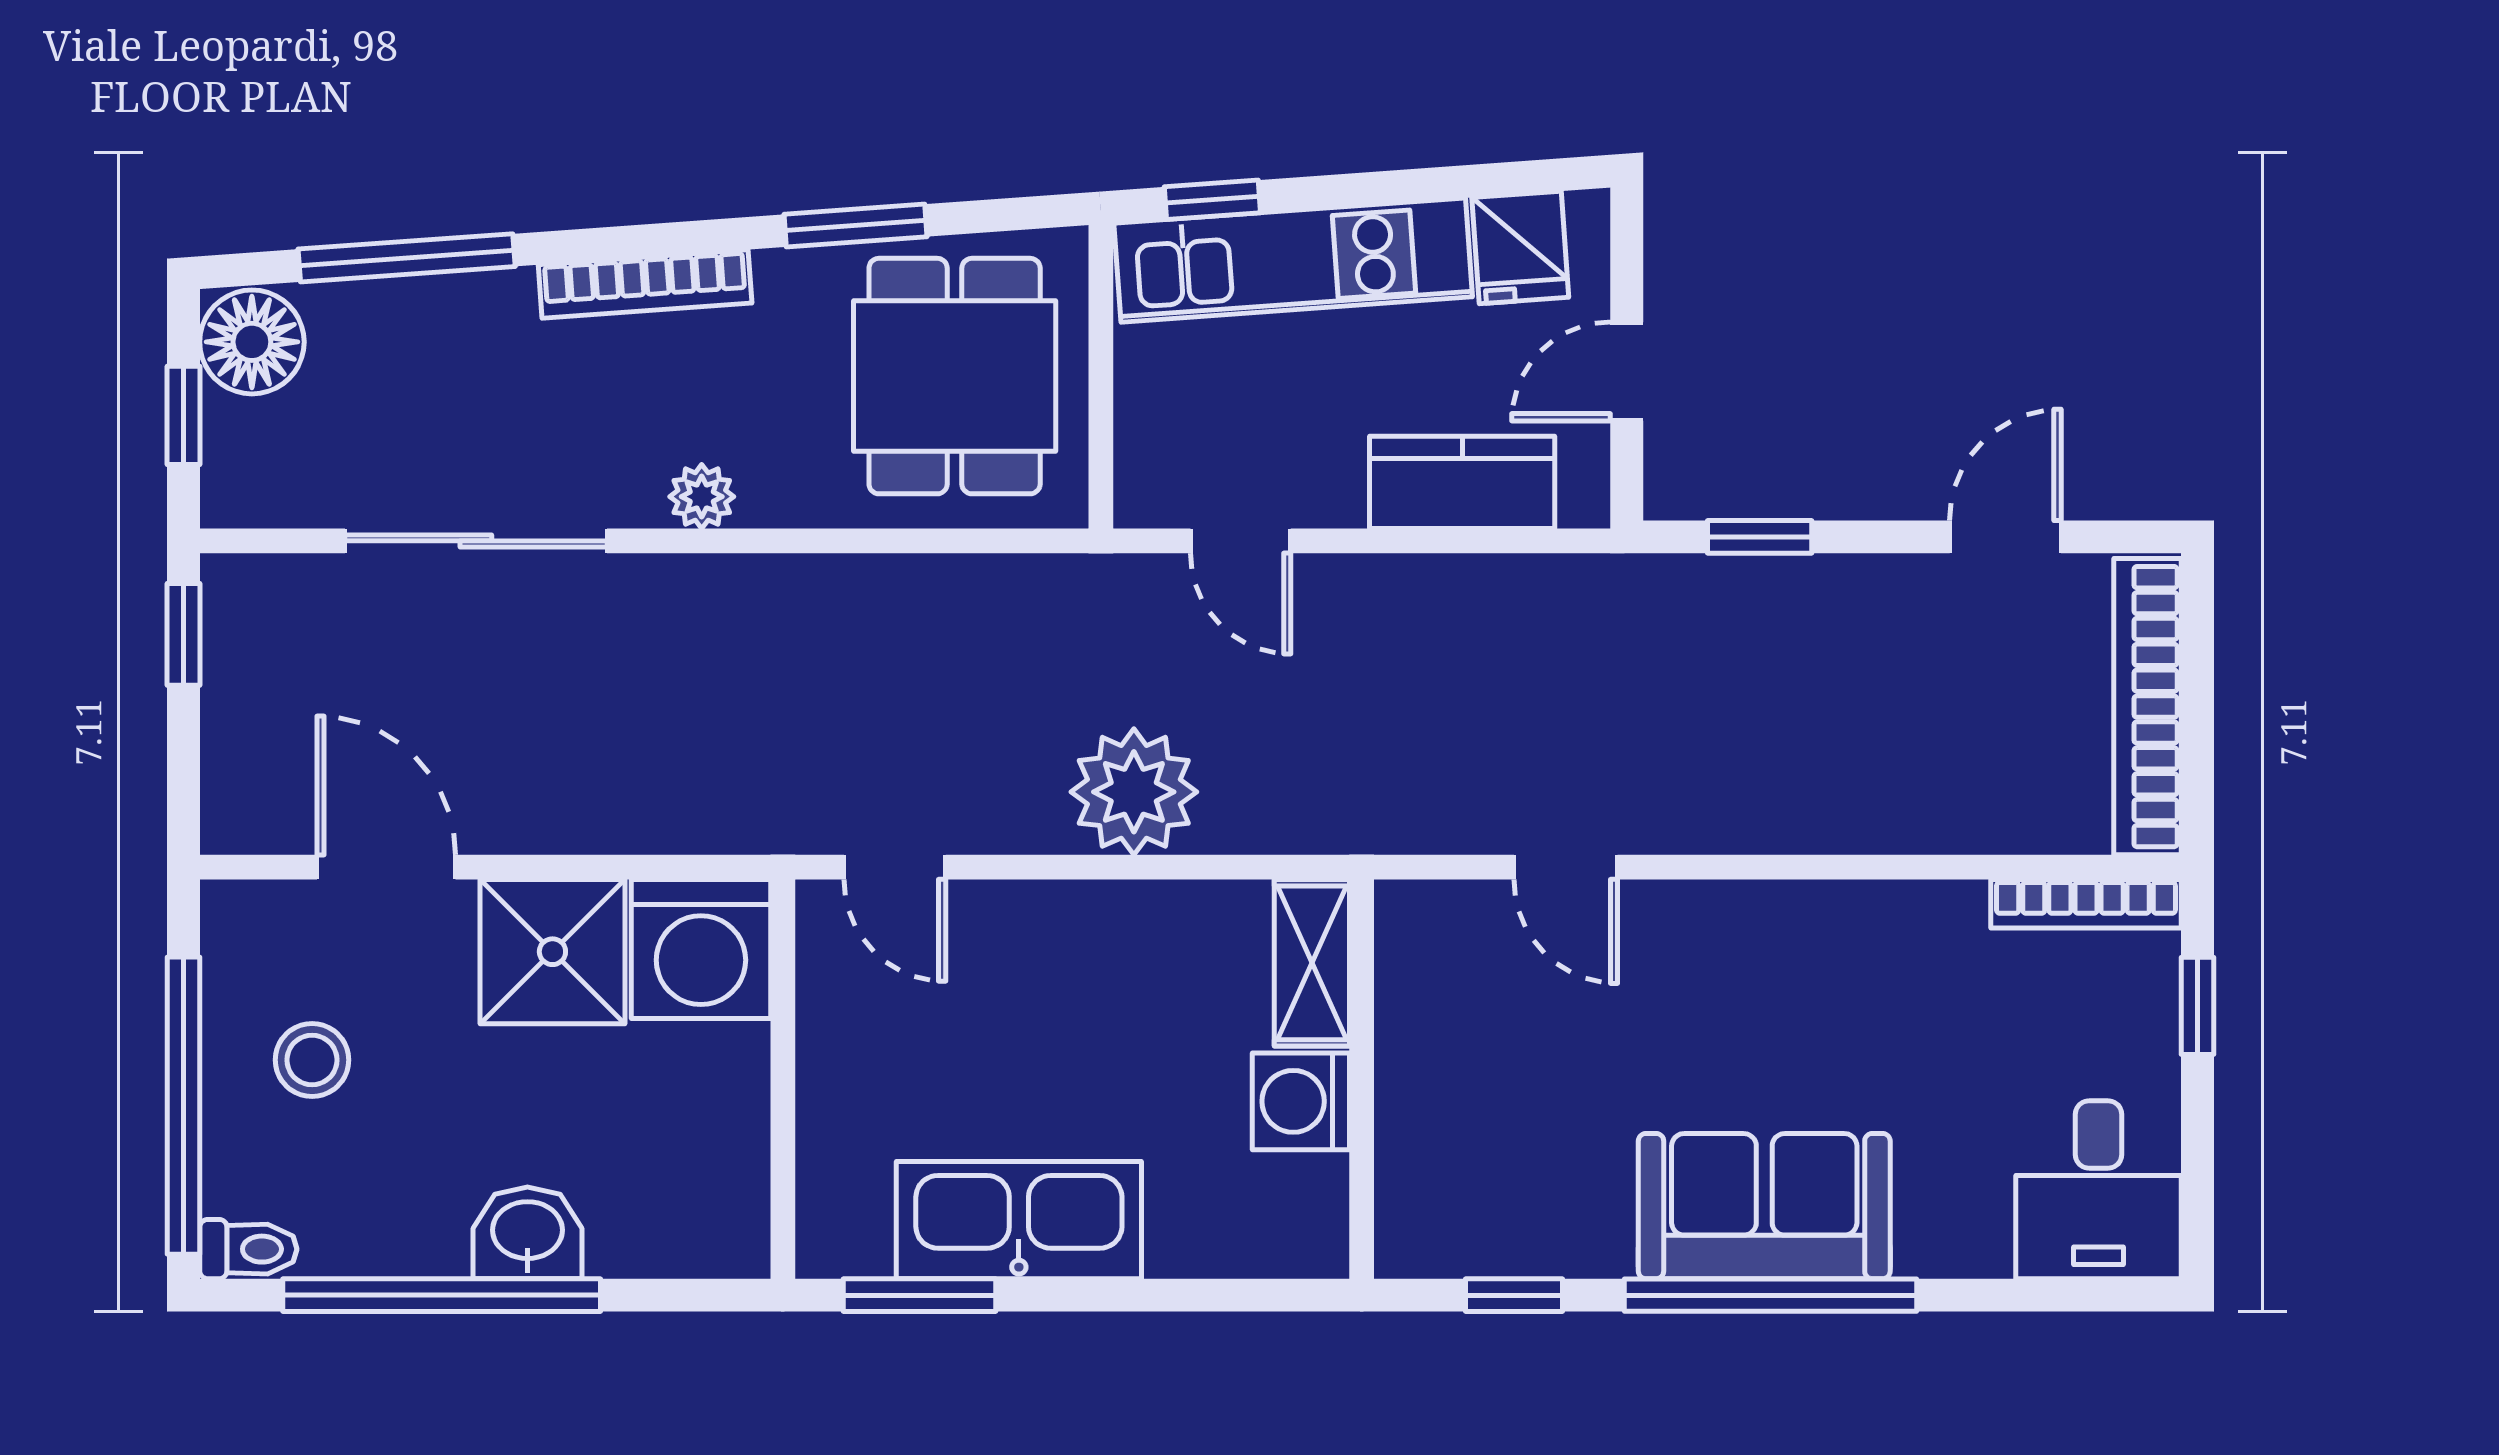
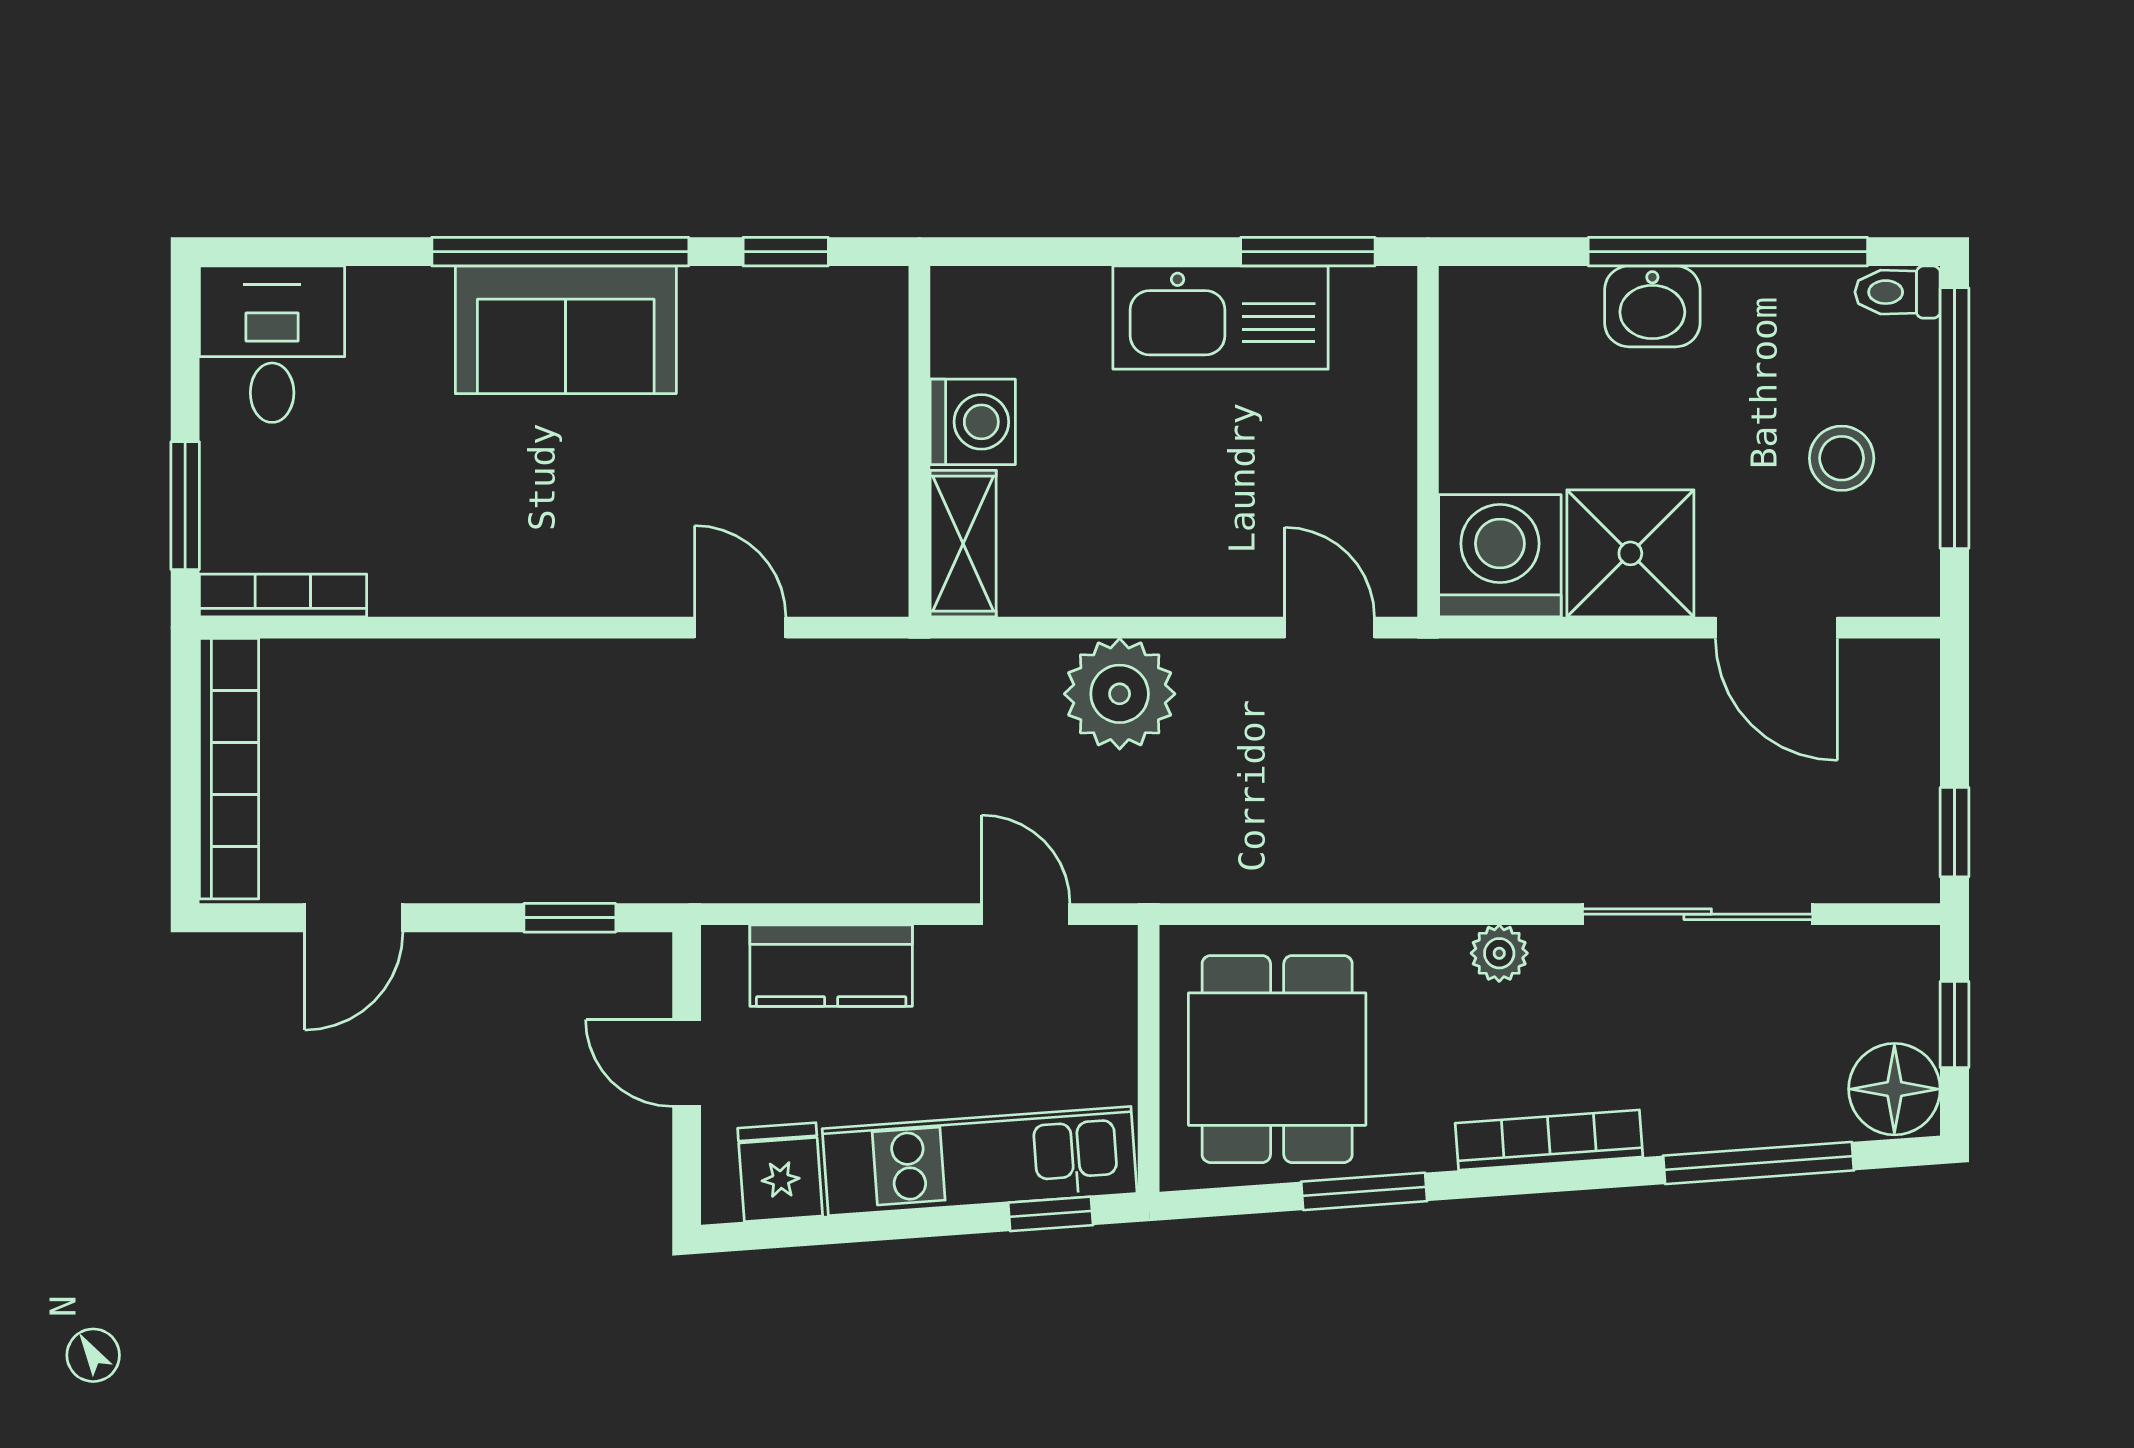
door: (1627, 372) -> (687, 1063), swing flipped
window: (2197, 1006) -> (185, 506), width x1.50

